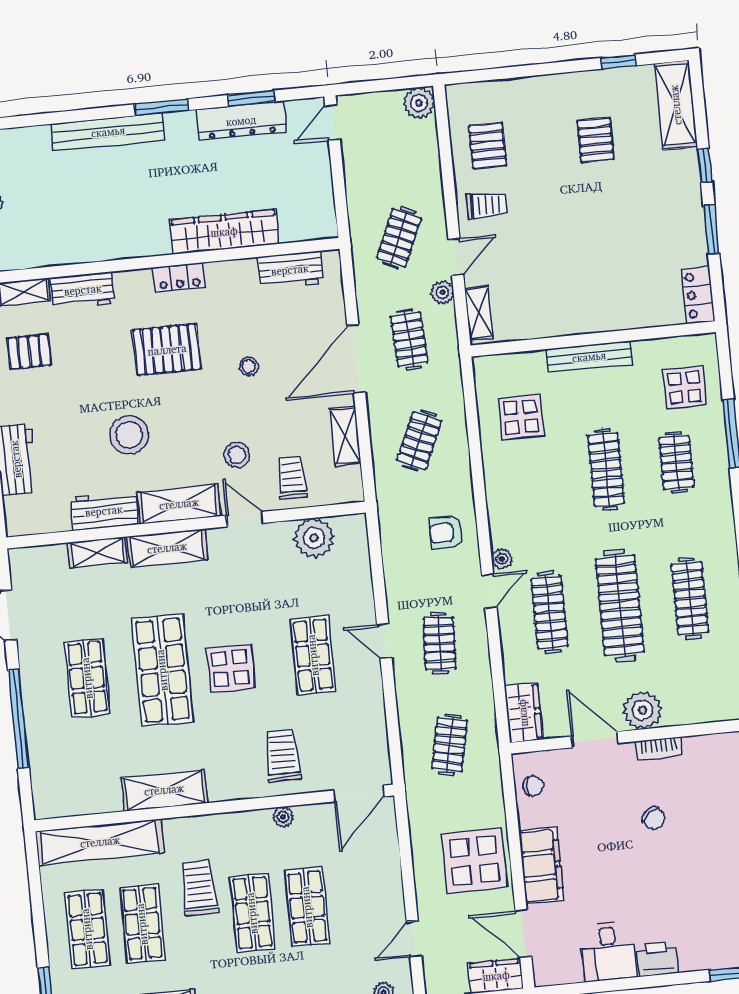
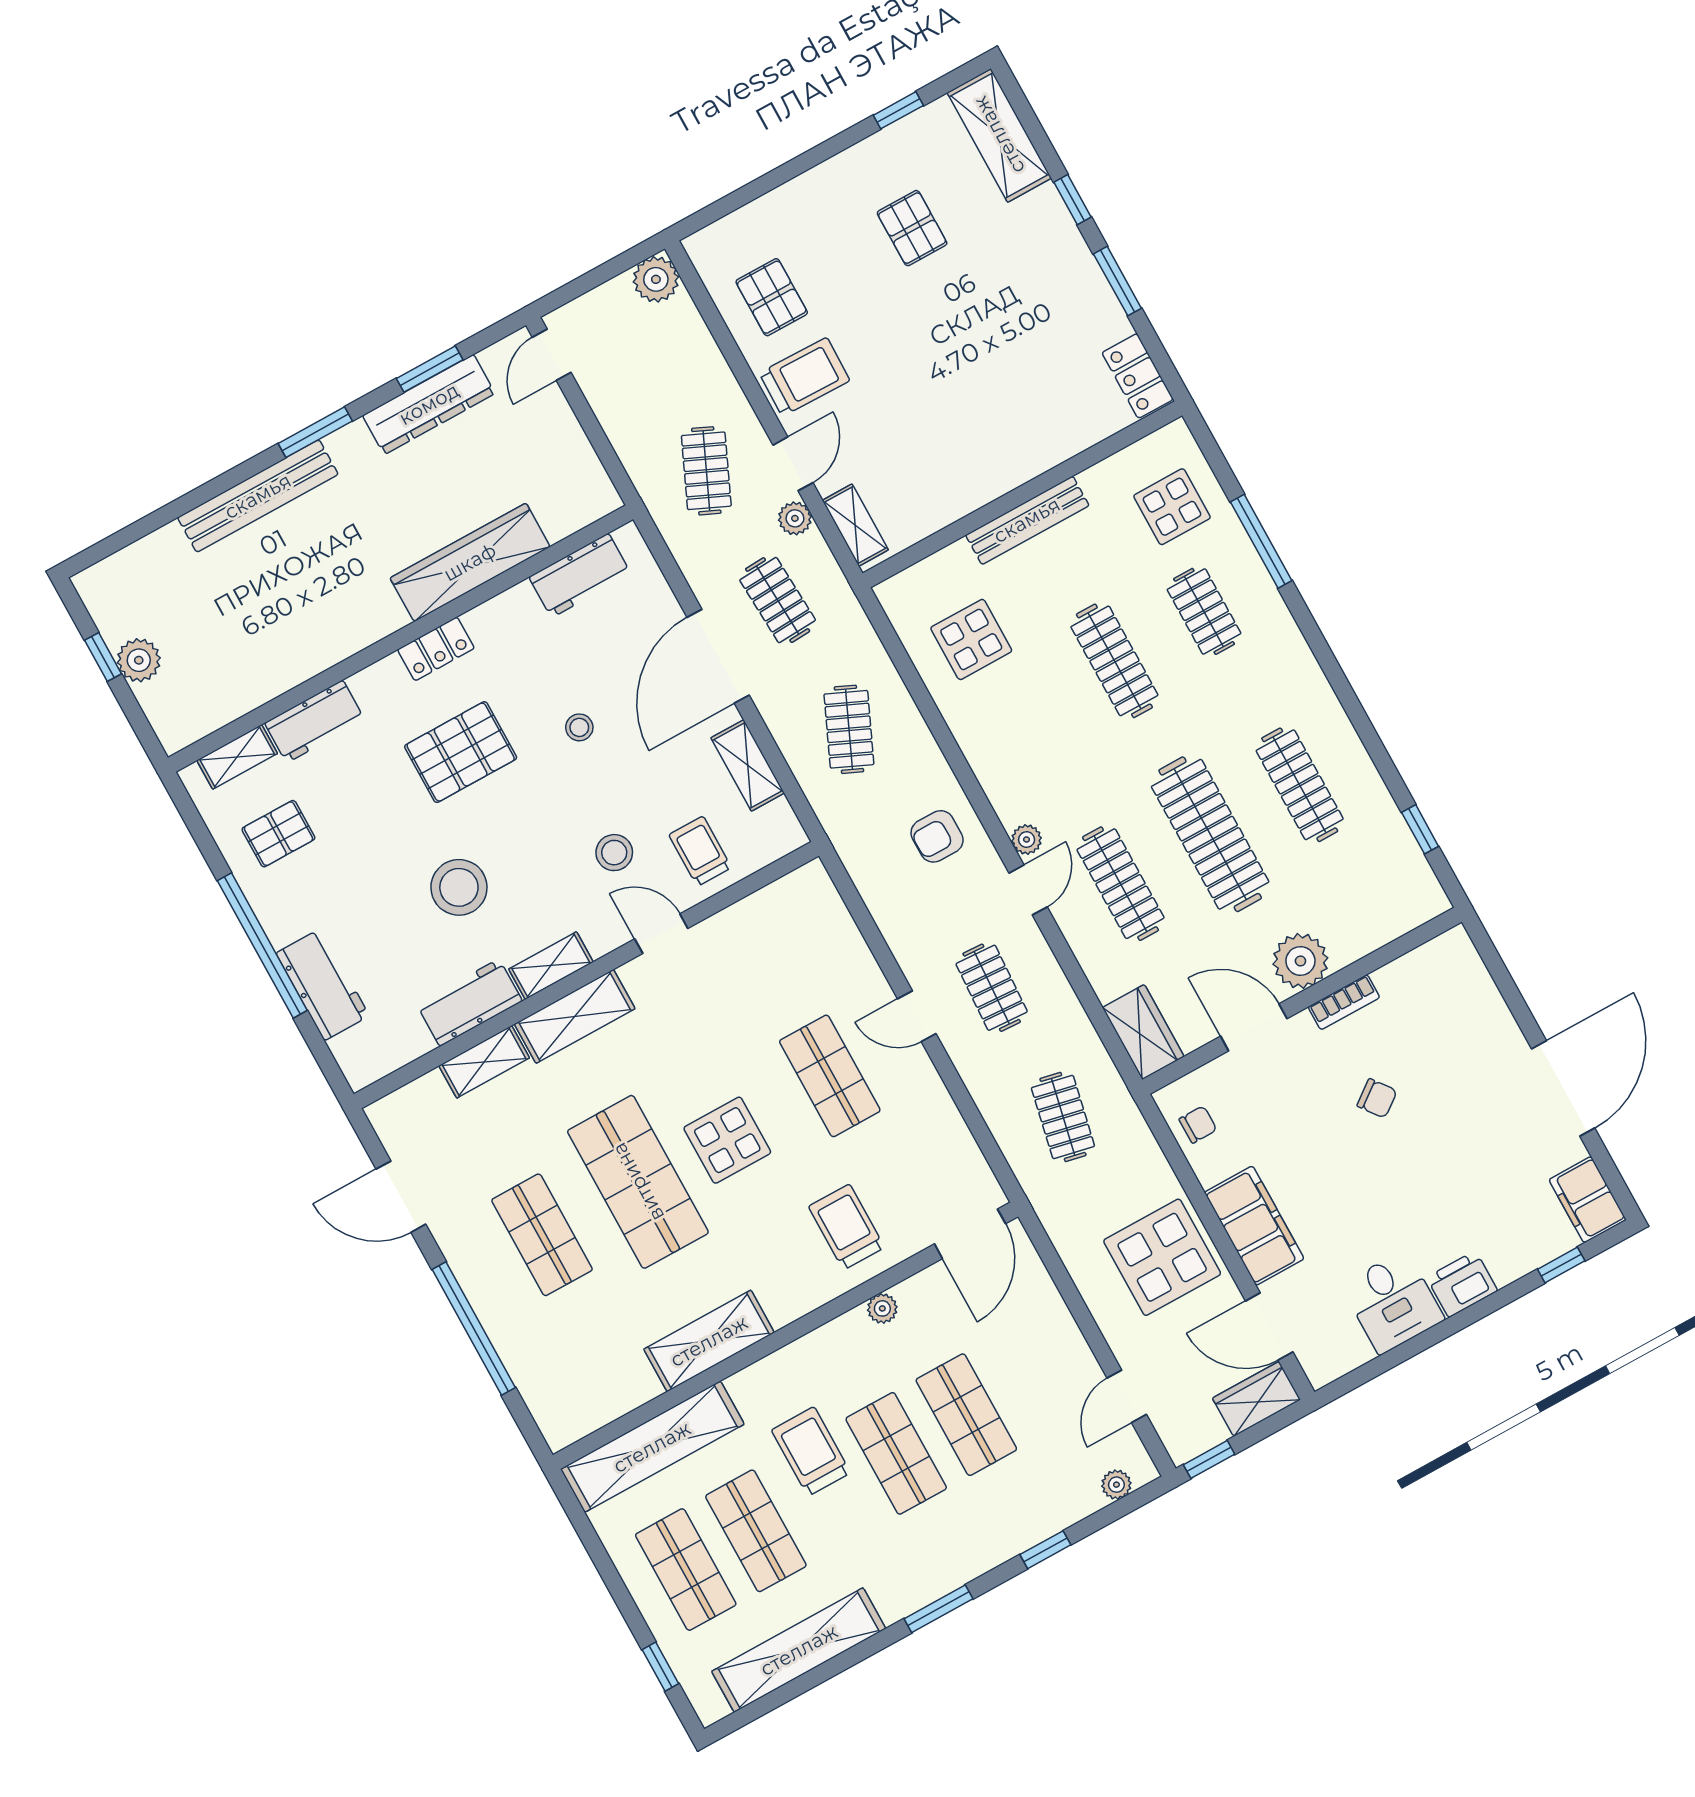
trolley: (487, 205) -> (804, 377), width x1.36, depth x1.39
shelving: (179, 504) -> (551, 966), width x0.67, depth x0.75
plant: (314, 538) -> (764, 919), removed

